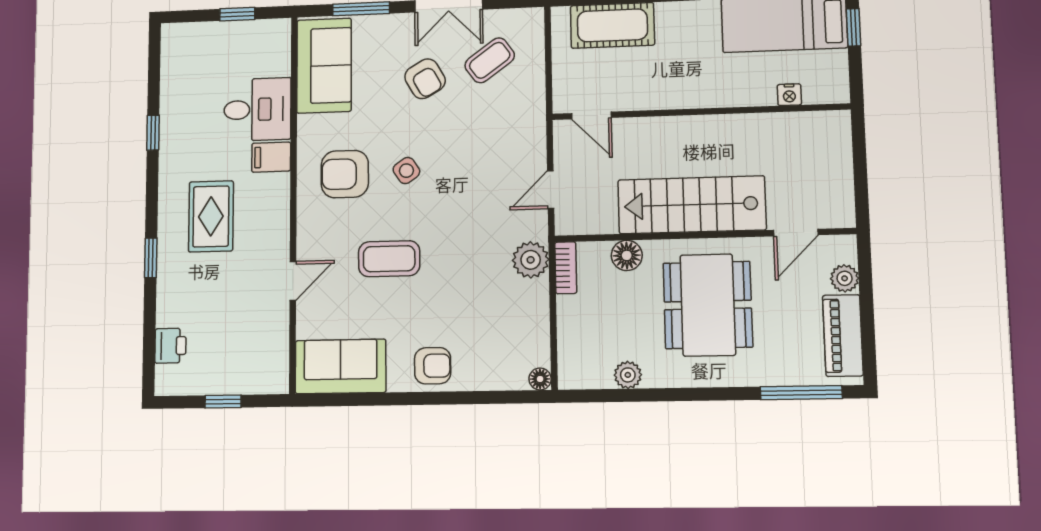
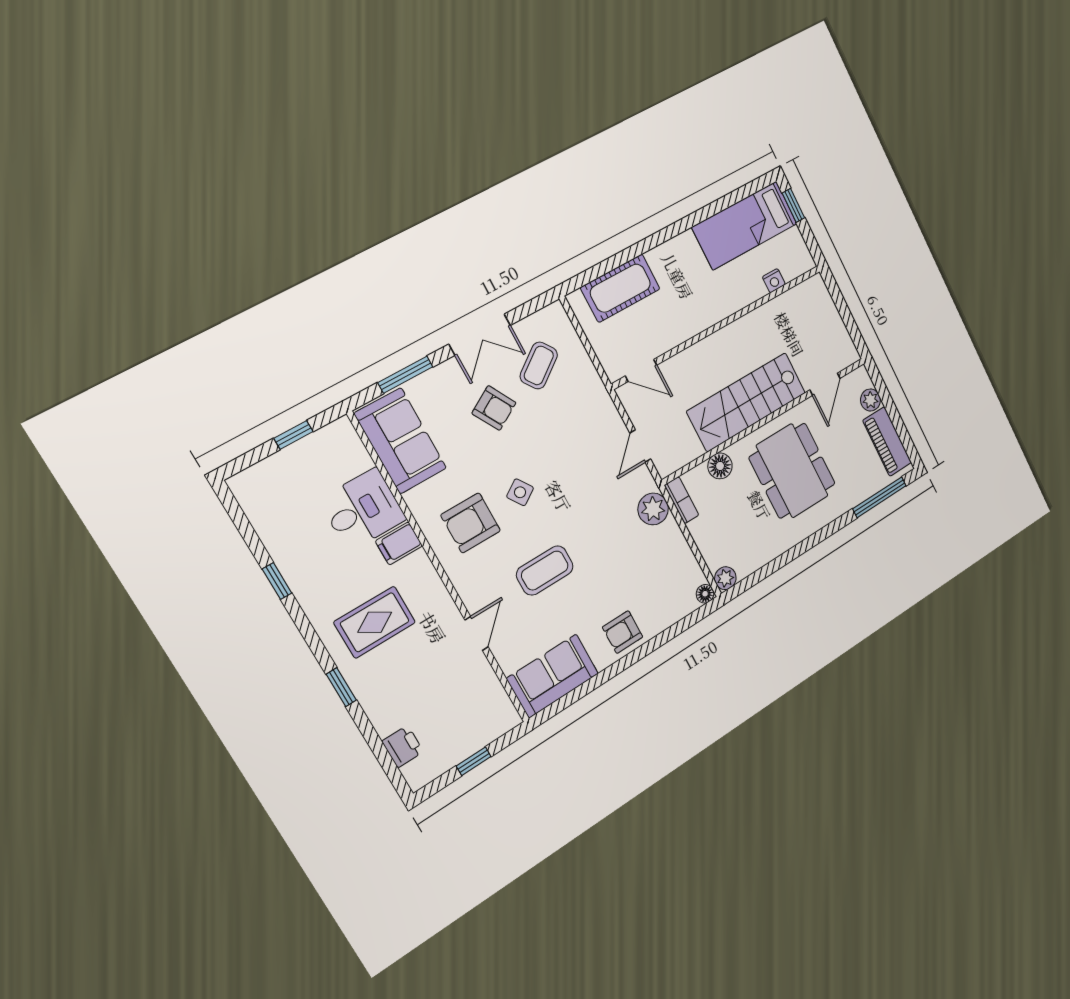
rug: (211, 216) -> (375, 622), turned 90
armchair: (433, 366) -> (623, 632), turned 180
plant: (628, 375) -> (725, 578), moved

